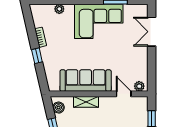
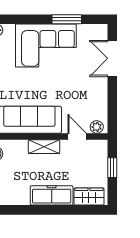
shelving: (86, 102) -> (44, 147), moved

